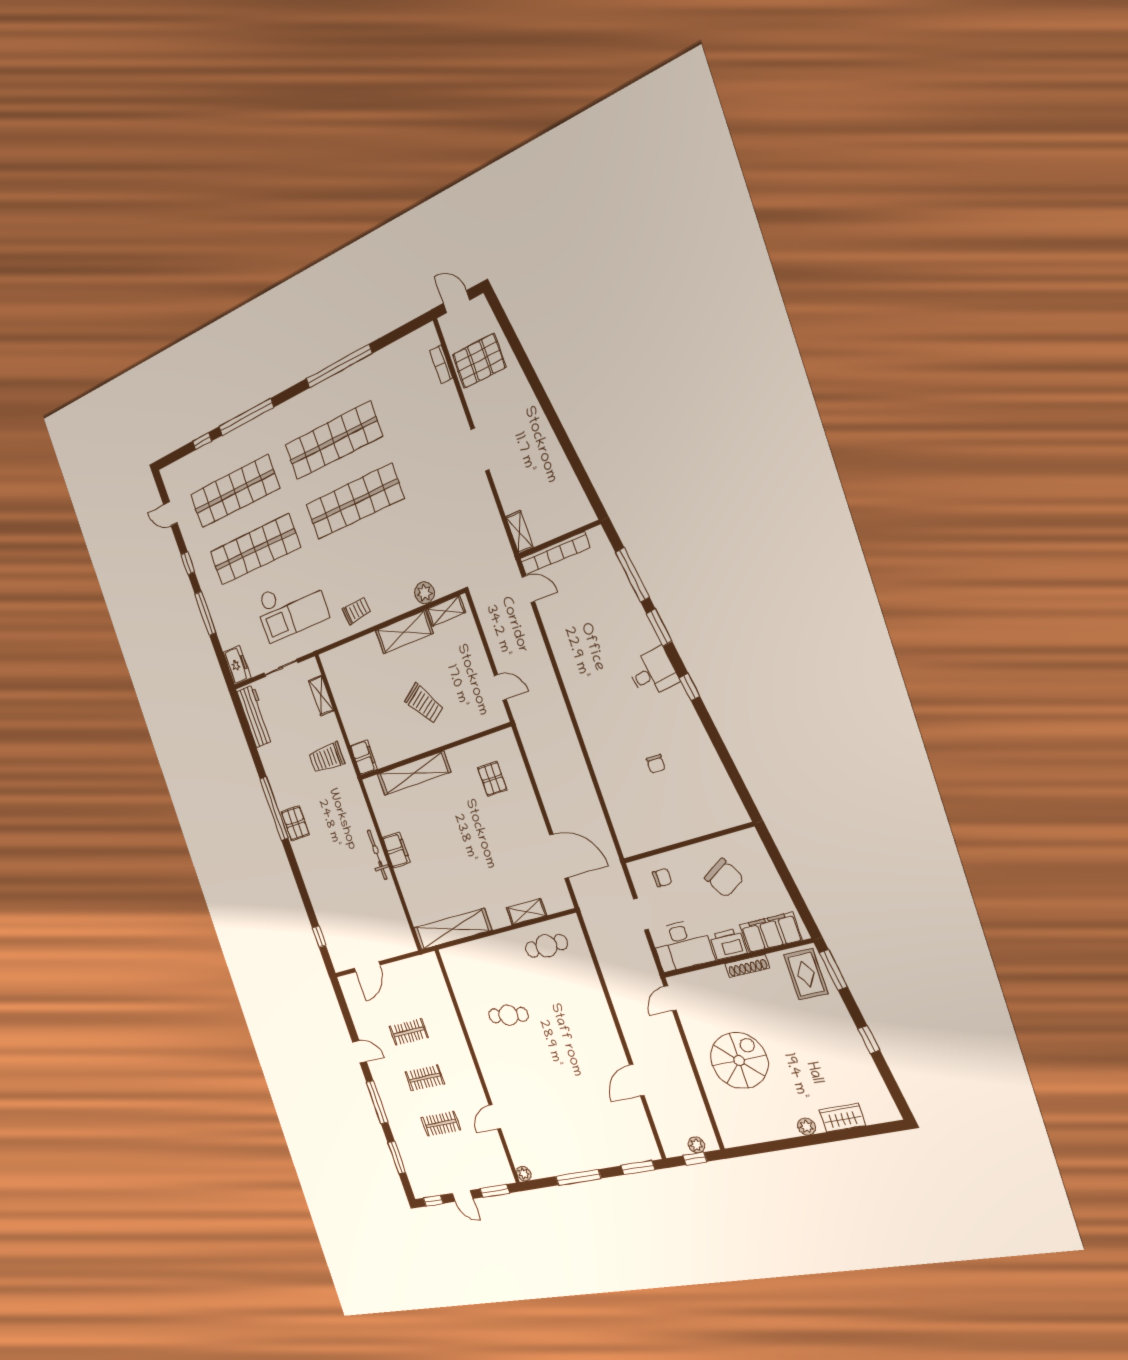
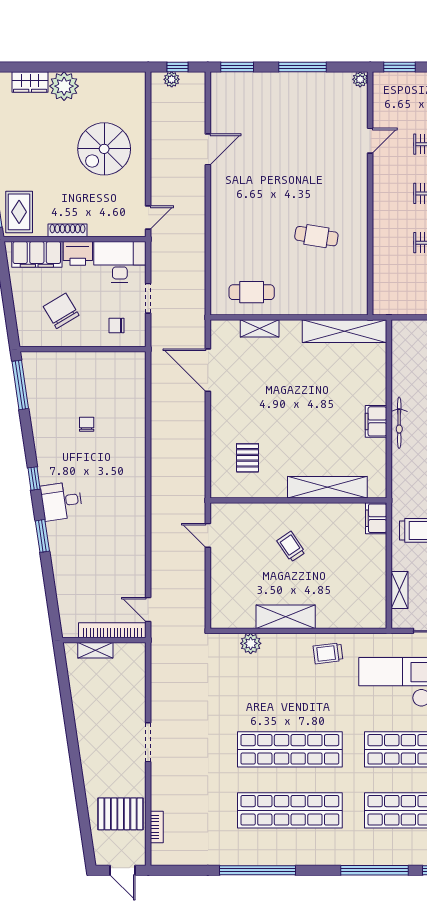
shelving: (519, 532) -> (95, 650), moved, turned 90
window: (632, 575) -> (20, 385), moved
shelving: (446, 611) -> (235, 620), removed
trolley: (424, 704) -> (291, 547), width x0.73, depth x0.72
plant: (807, 1127) -> (64, 86), width x1.87, depth x1.87

